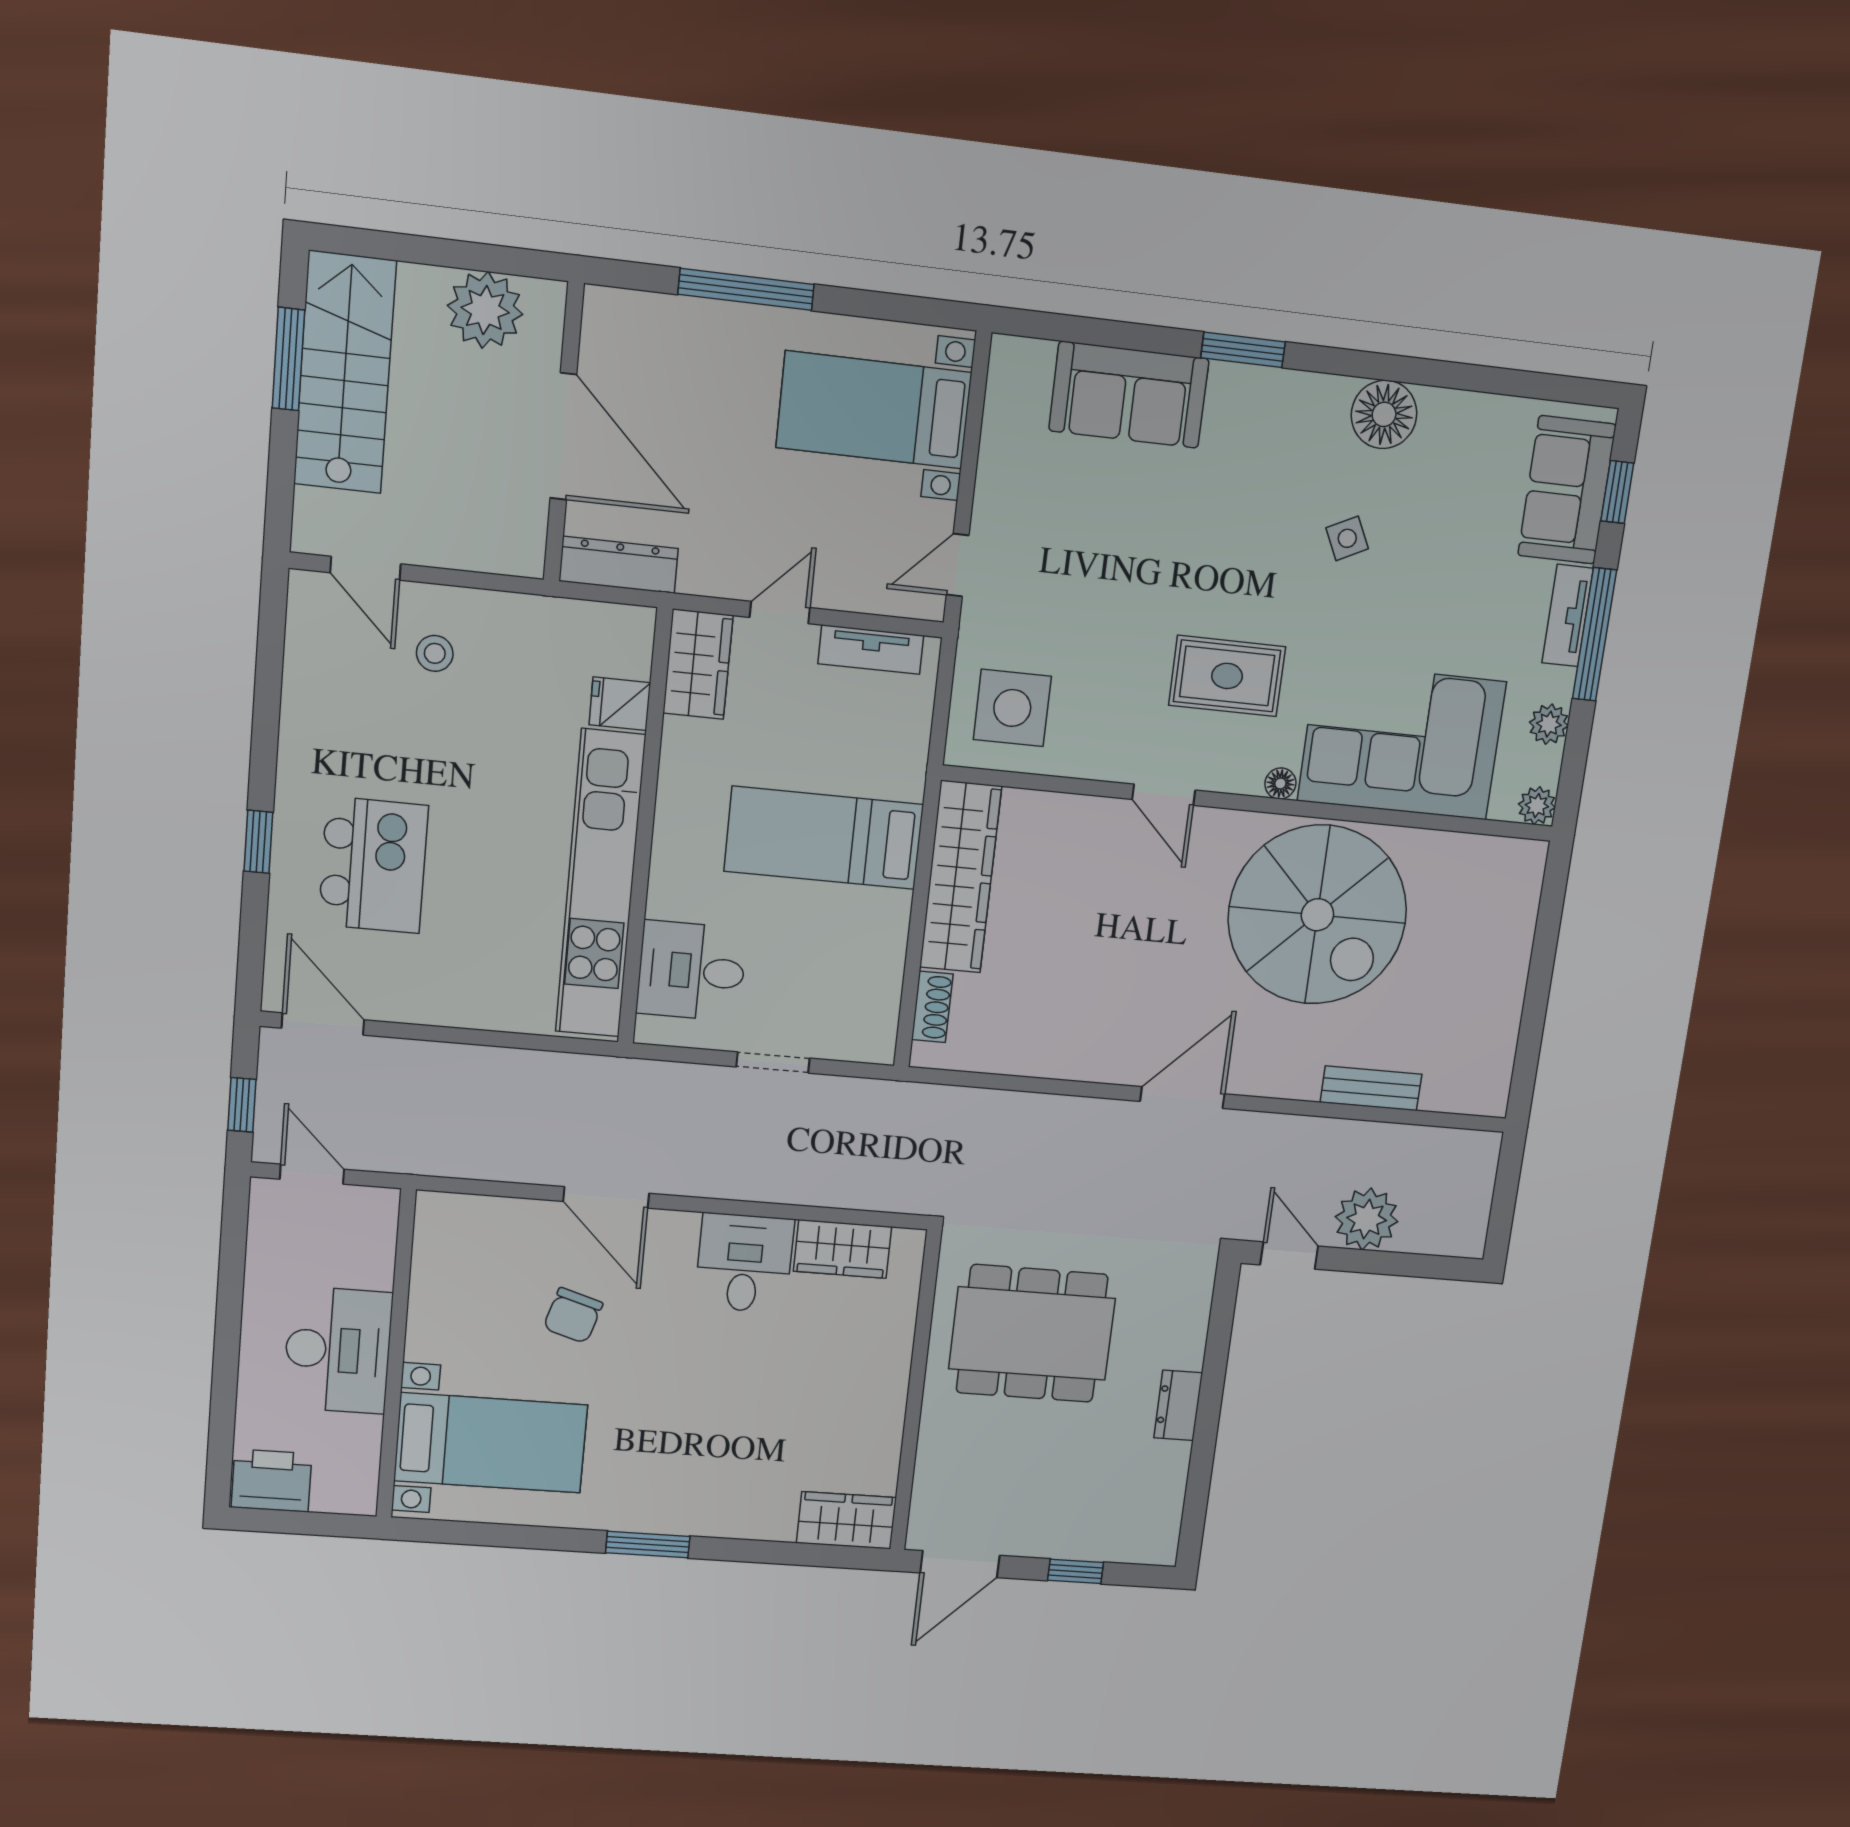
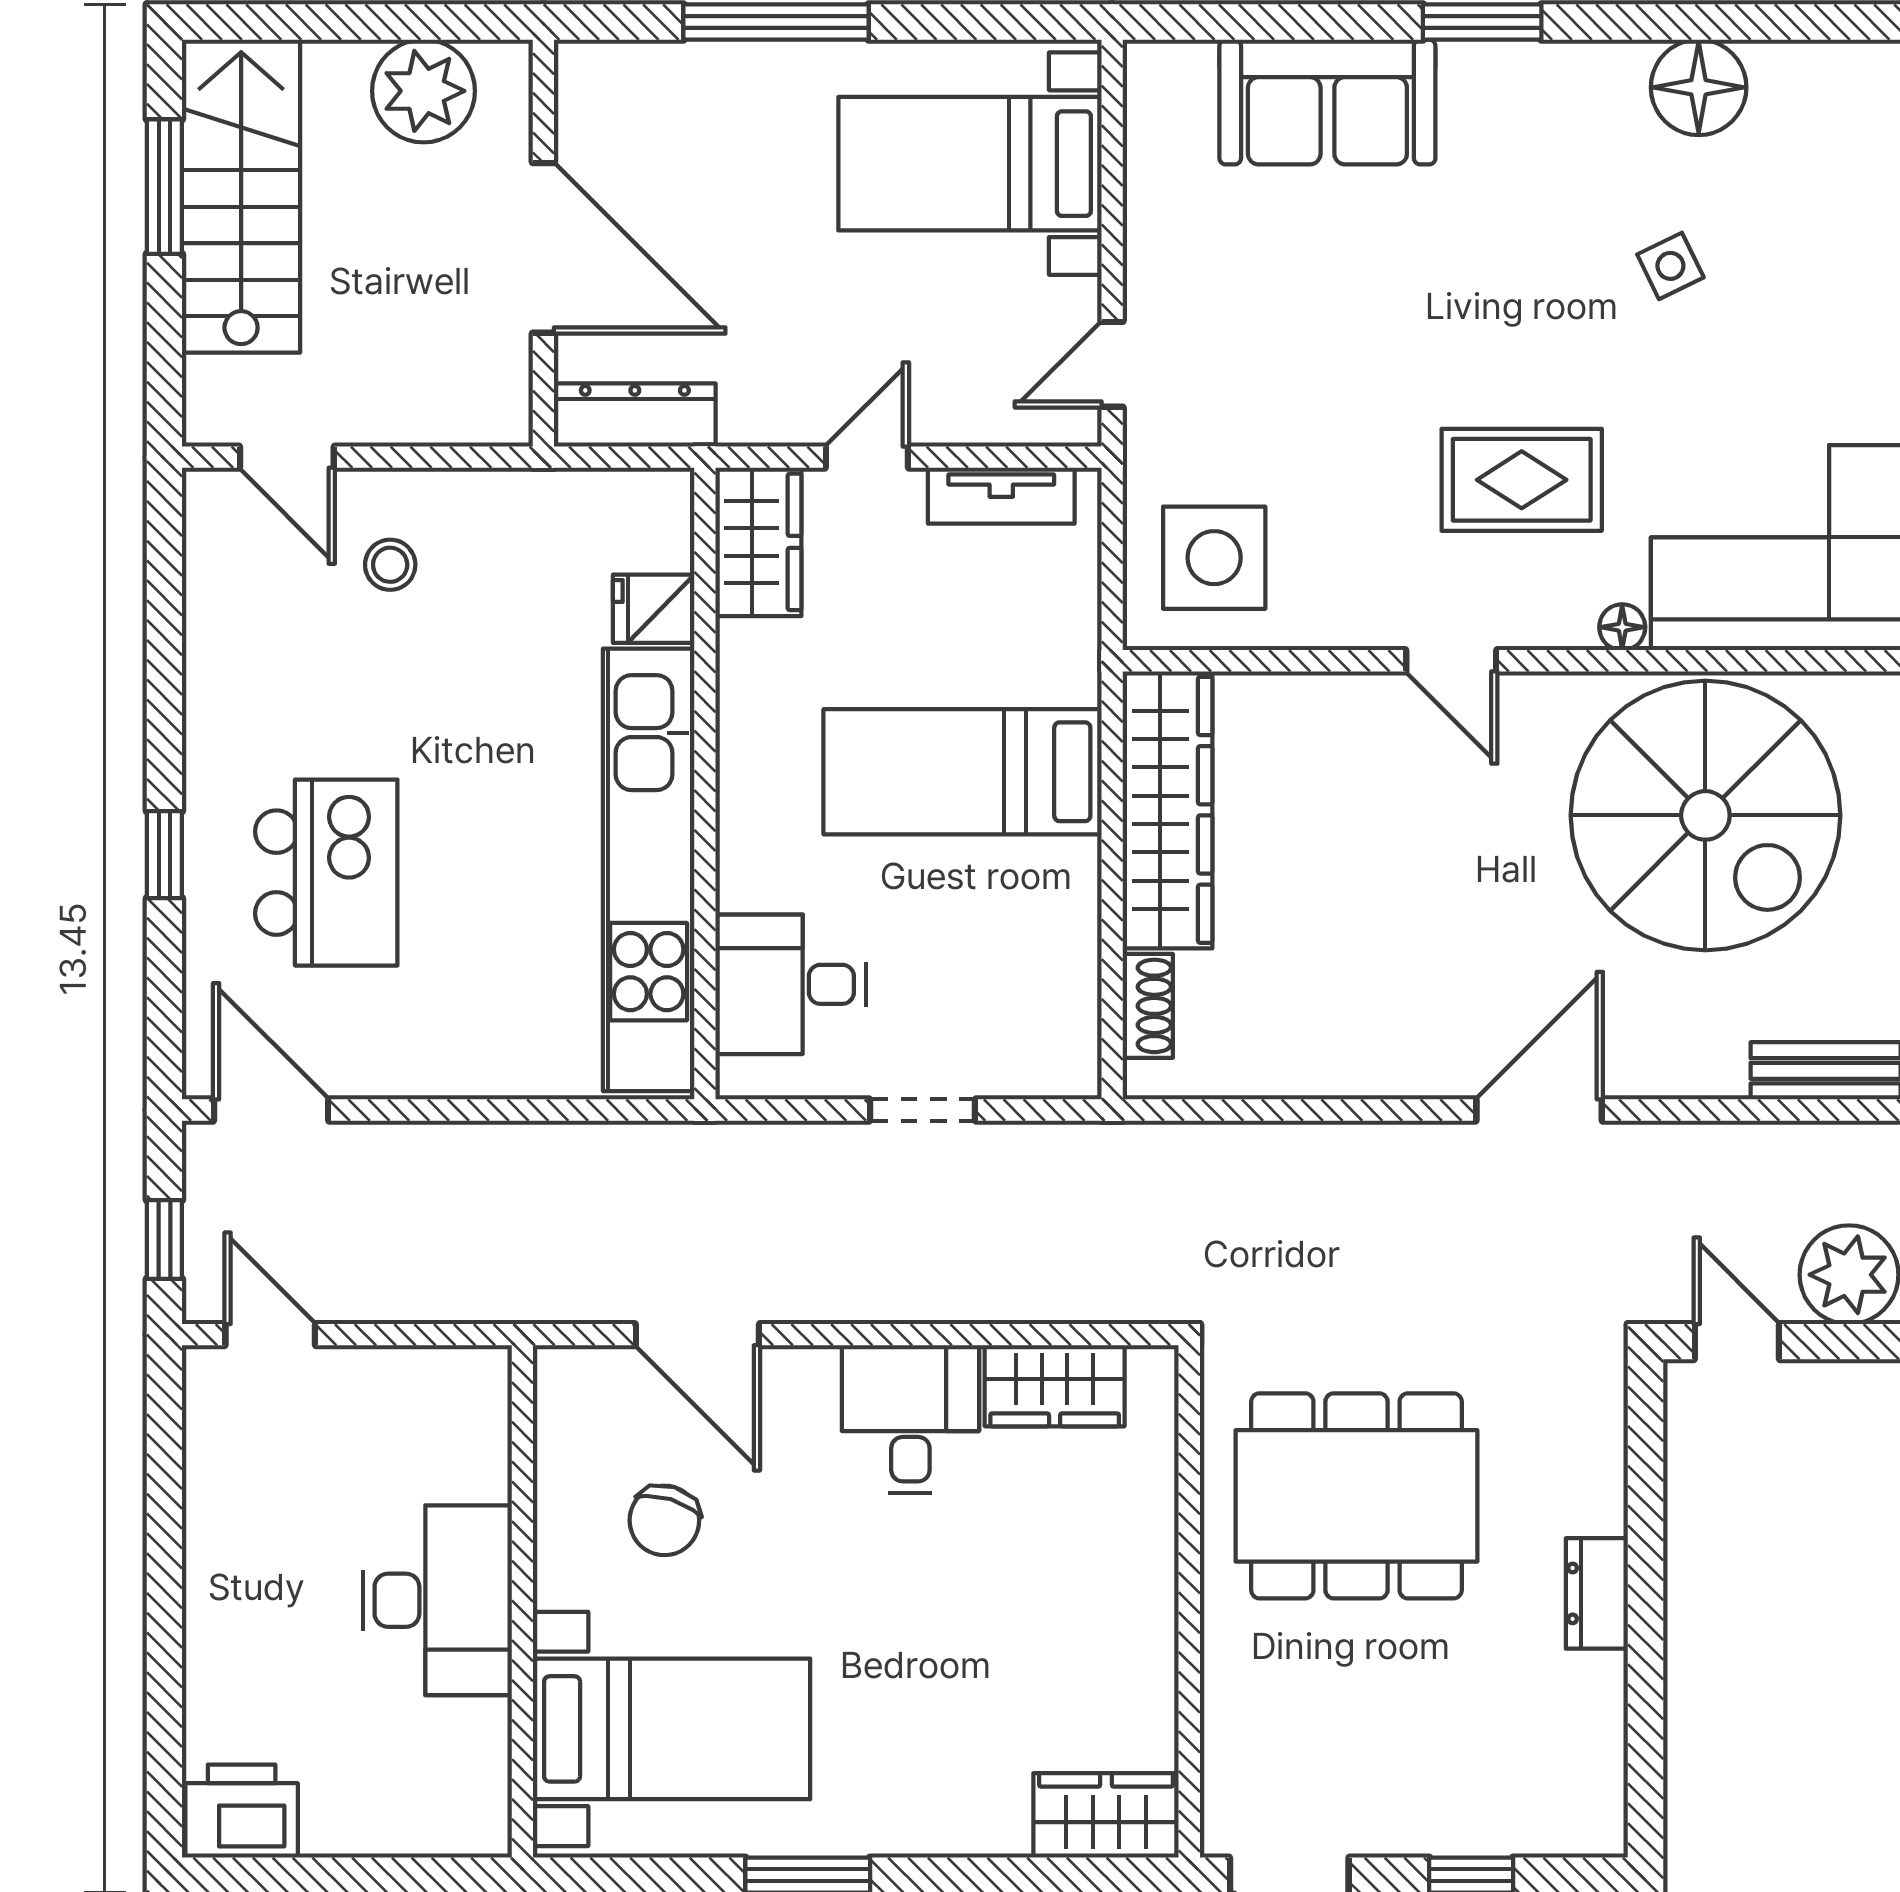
desk: (338, 1350) -> (437, 1600), moved
wall: (396, 1355) -> (522, 1601), moved
bed with nightstands: (491, 1443) -> (672, 1729), moved

